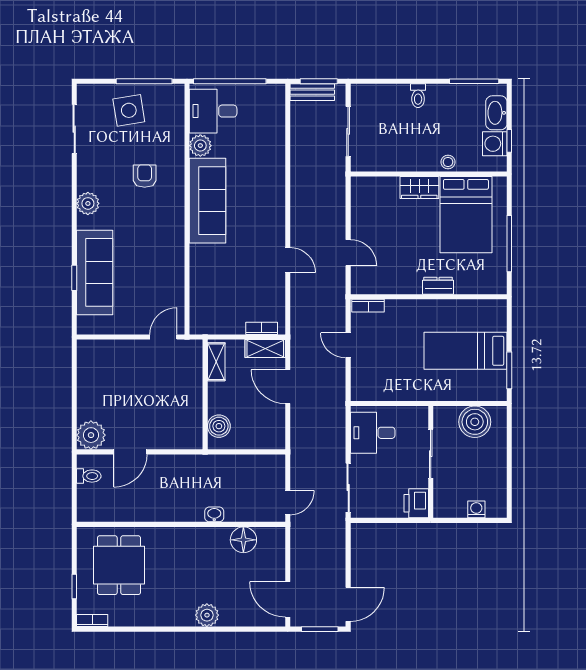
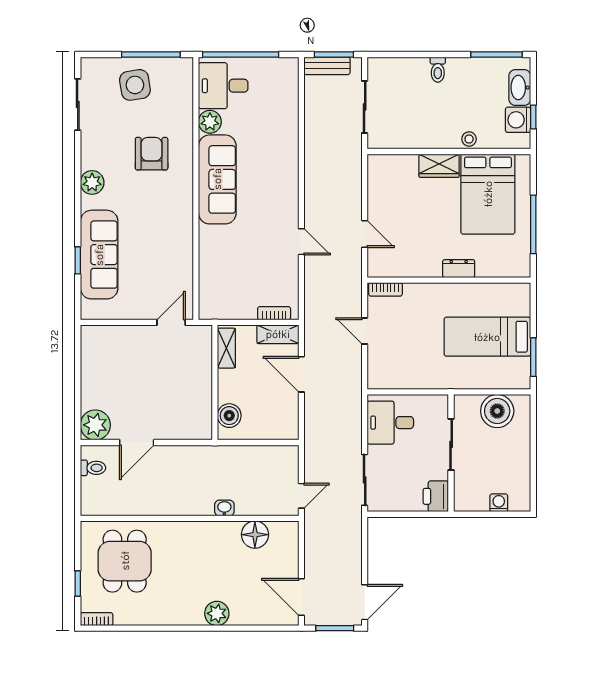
armchair: (145, 176) -> (152, 154), width x1.38, depth x1.38

